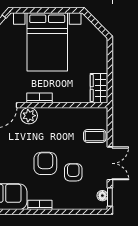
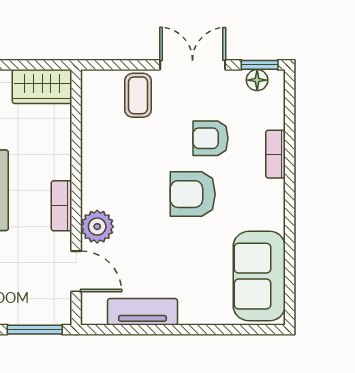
bookcase: (40, 205) -> (276, 154), moved

